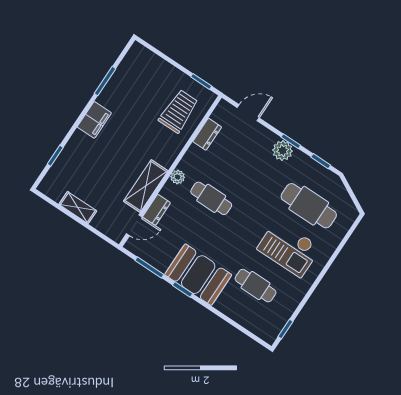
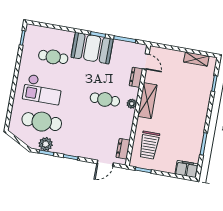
filing cabinet: (94, 120) -> (187, 169), moved, turned 90
dresser: (207, 134) -> (123, 149), moved
plant: (283, 151) -> (46, 144), moved
shelving: (146, 186) -> (147, 101), moved
shelving: (78, 208) -> (196, 59), moved
door: (134, 225) -> (146, 62), swing flipped
checkout: (289, 248) -> (43, 89), turned 180

